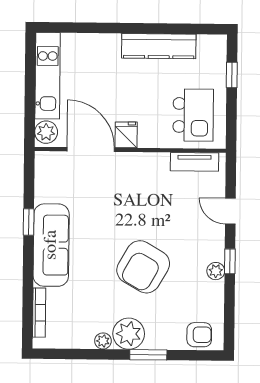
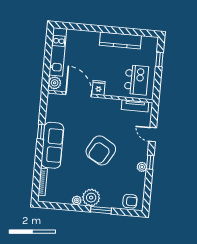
armchair: (143, 267) -> (101, 150), moved

